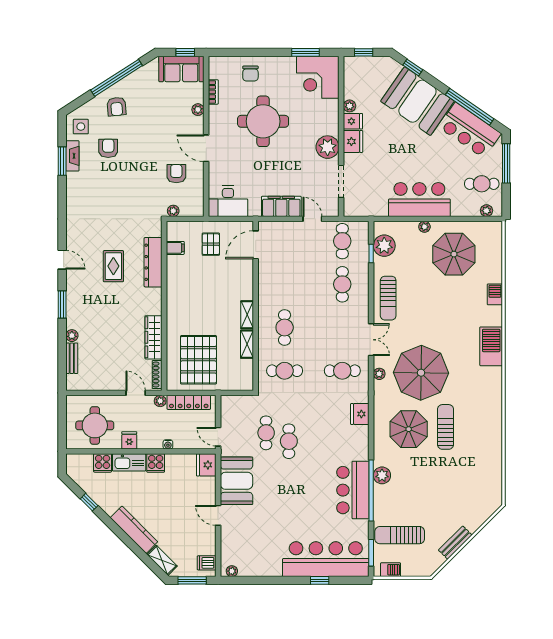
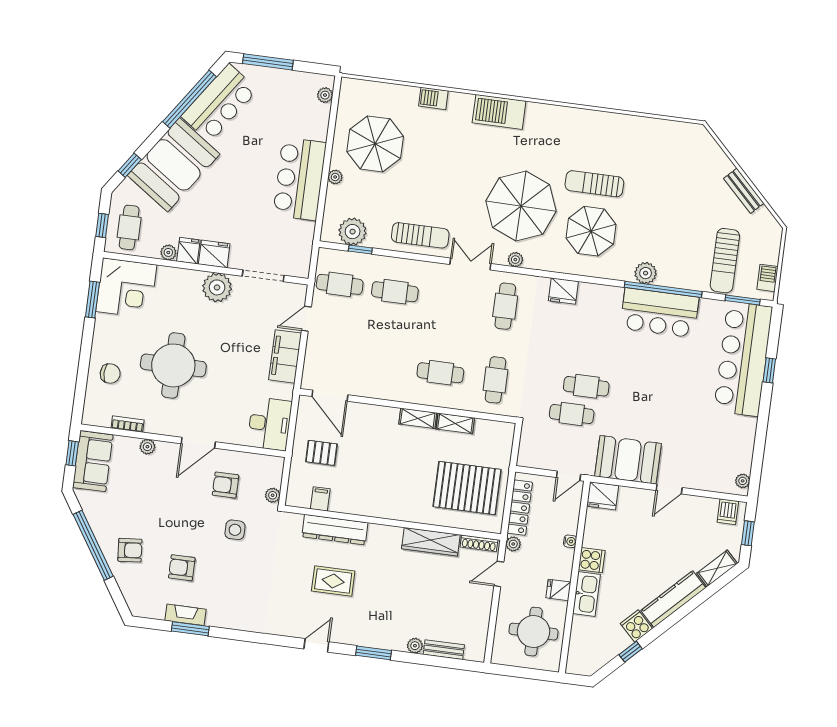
side table: (81, 127) -> (235, 530), moved
cafe table: (482, 184) -> (129, 227), moved
cooker: (103, 463) -> (636, 626), moved, turned -135
window: (192, 580) -> (748, 533), width x0.67

